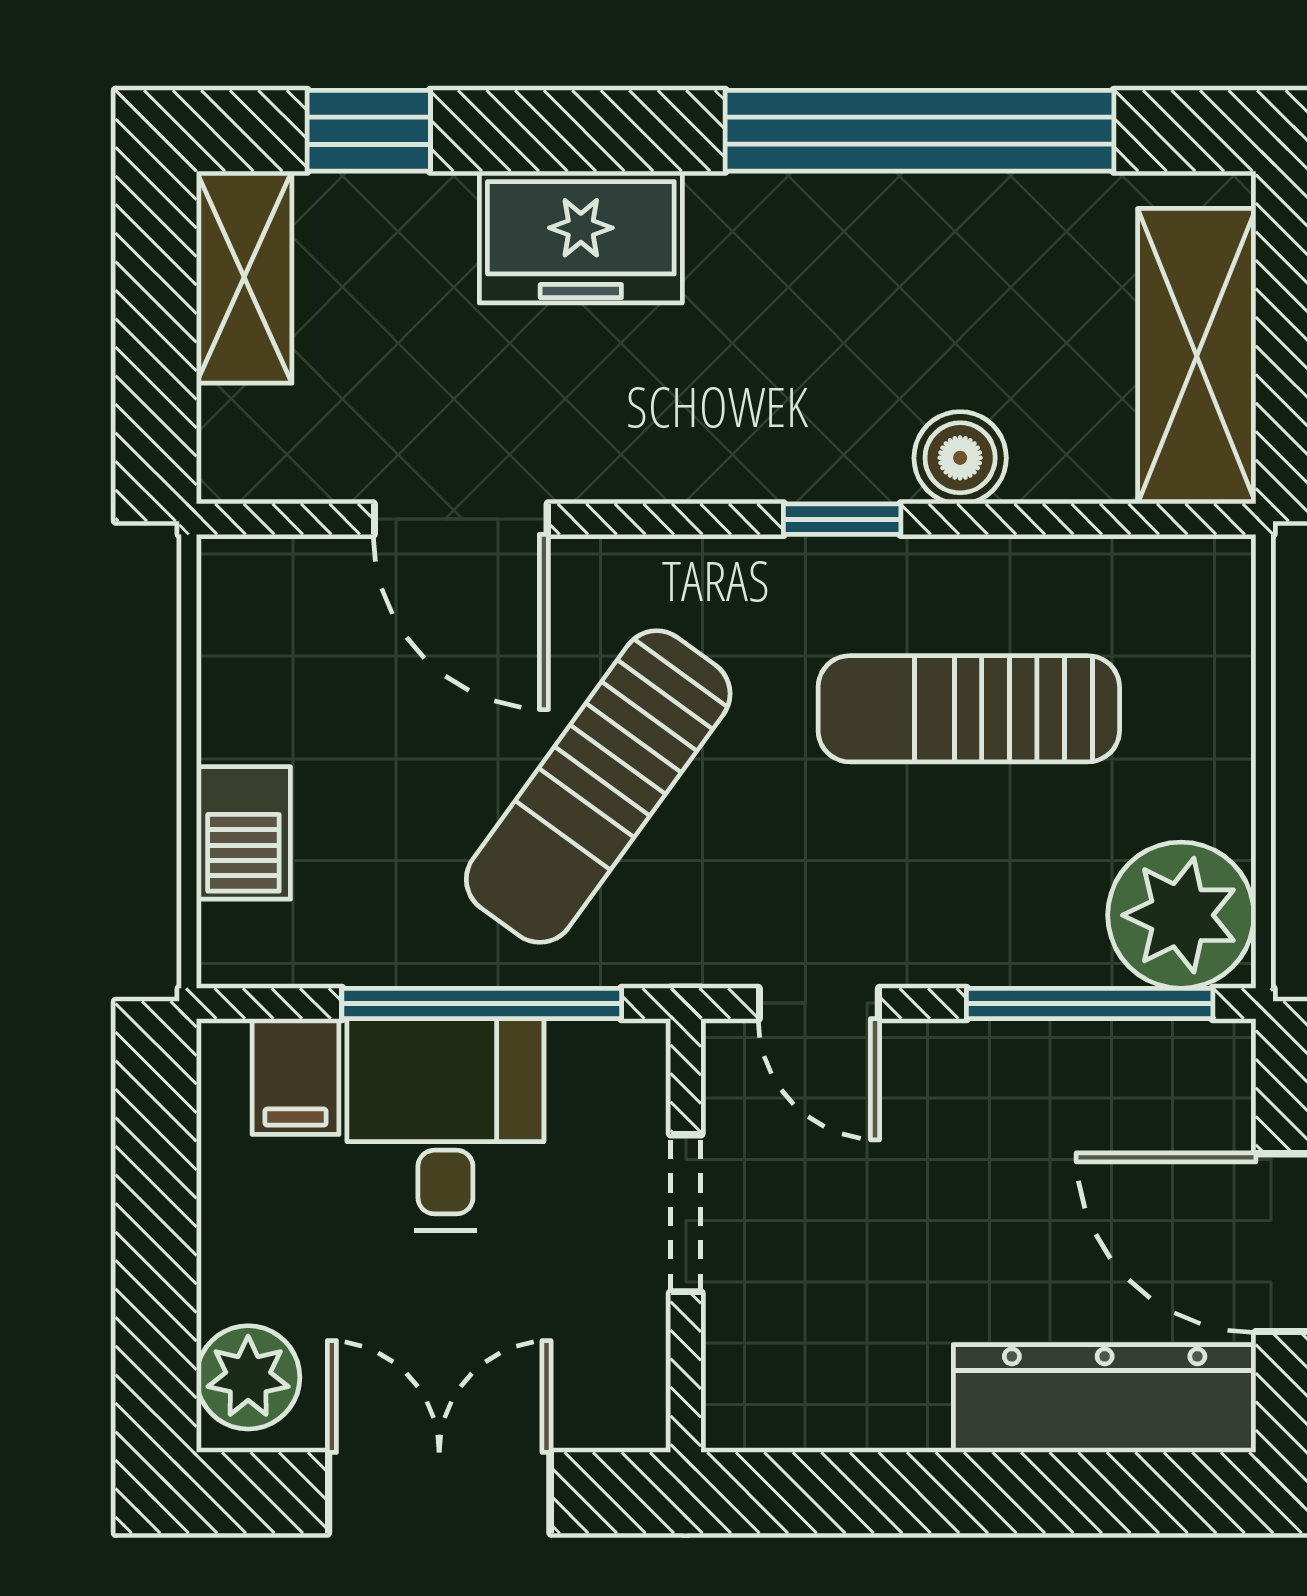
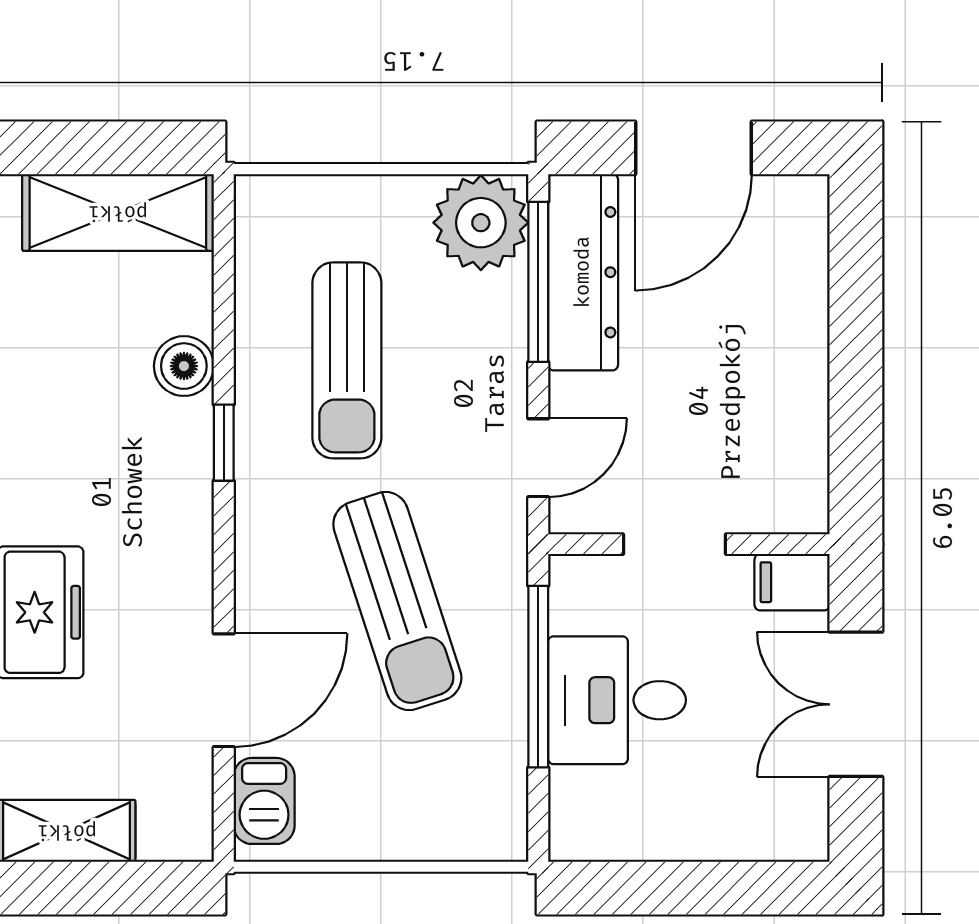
sun lounger: (598, 787) -> (397, 601), turned 36
barbecue: (243, 833) -> (264, 801), moved, turned 90
filing cabinet: (295, 1076) -> (792, 582), moved, turned 180
plant: (248, 1377) -> (781, 828), removed
dresser: (1105, 1398) -> (583, 272), moved, turned 180

